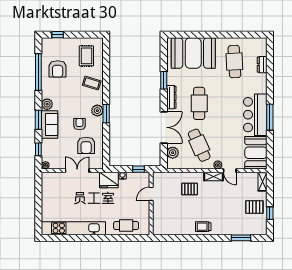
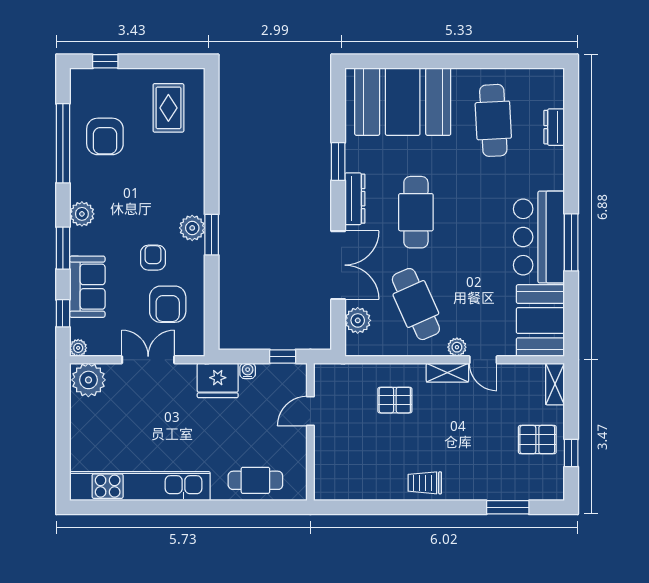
coffee table: (92, 83) -> (180, 168), removed
sofa: (50, 125) -> (87, 287), moved
plant: (50, 180) -> (88, 380), added

